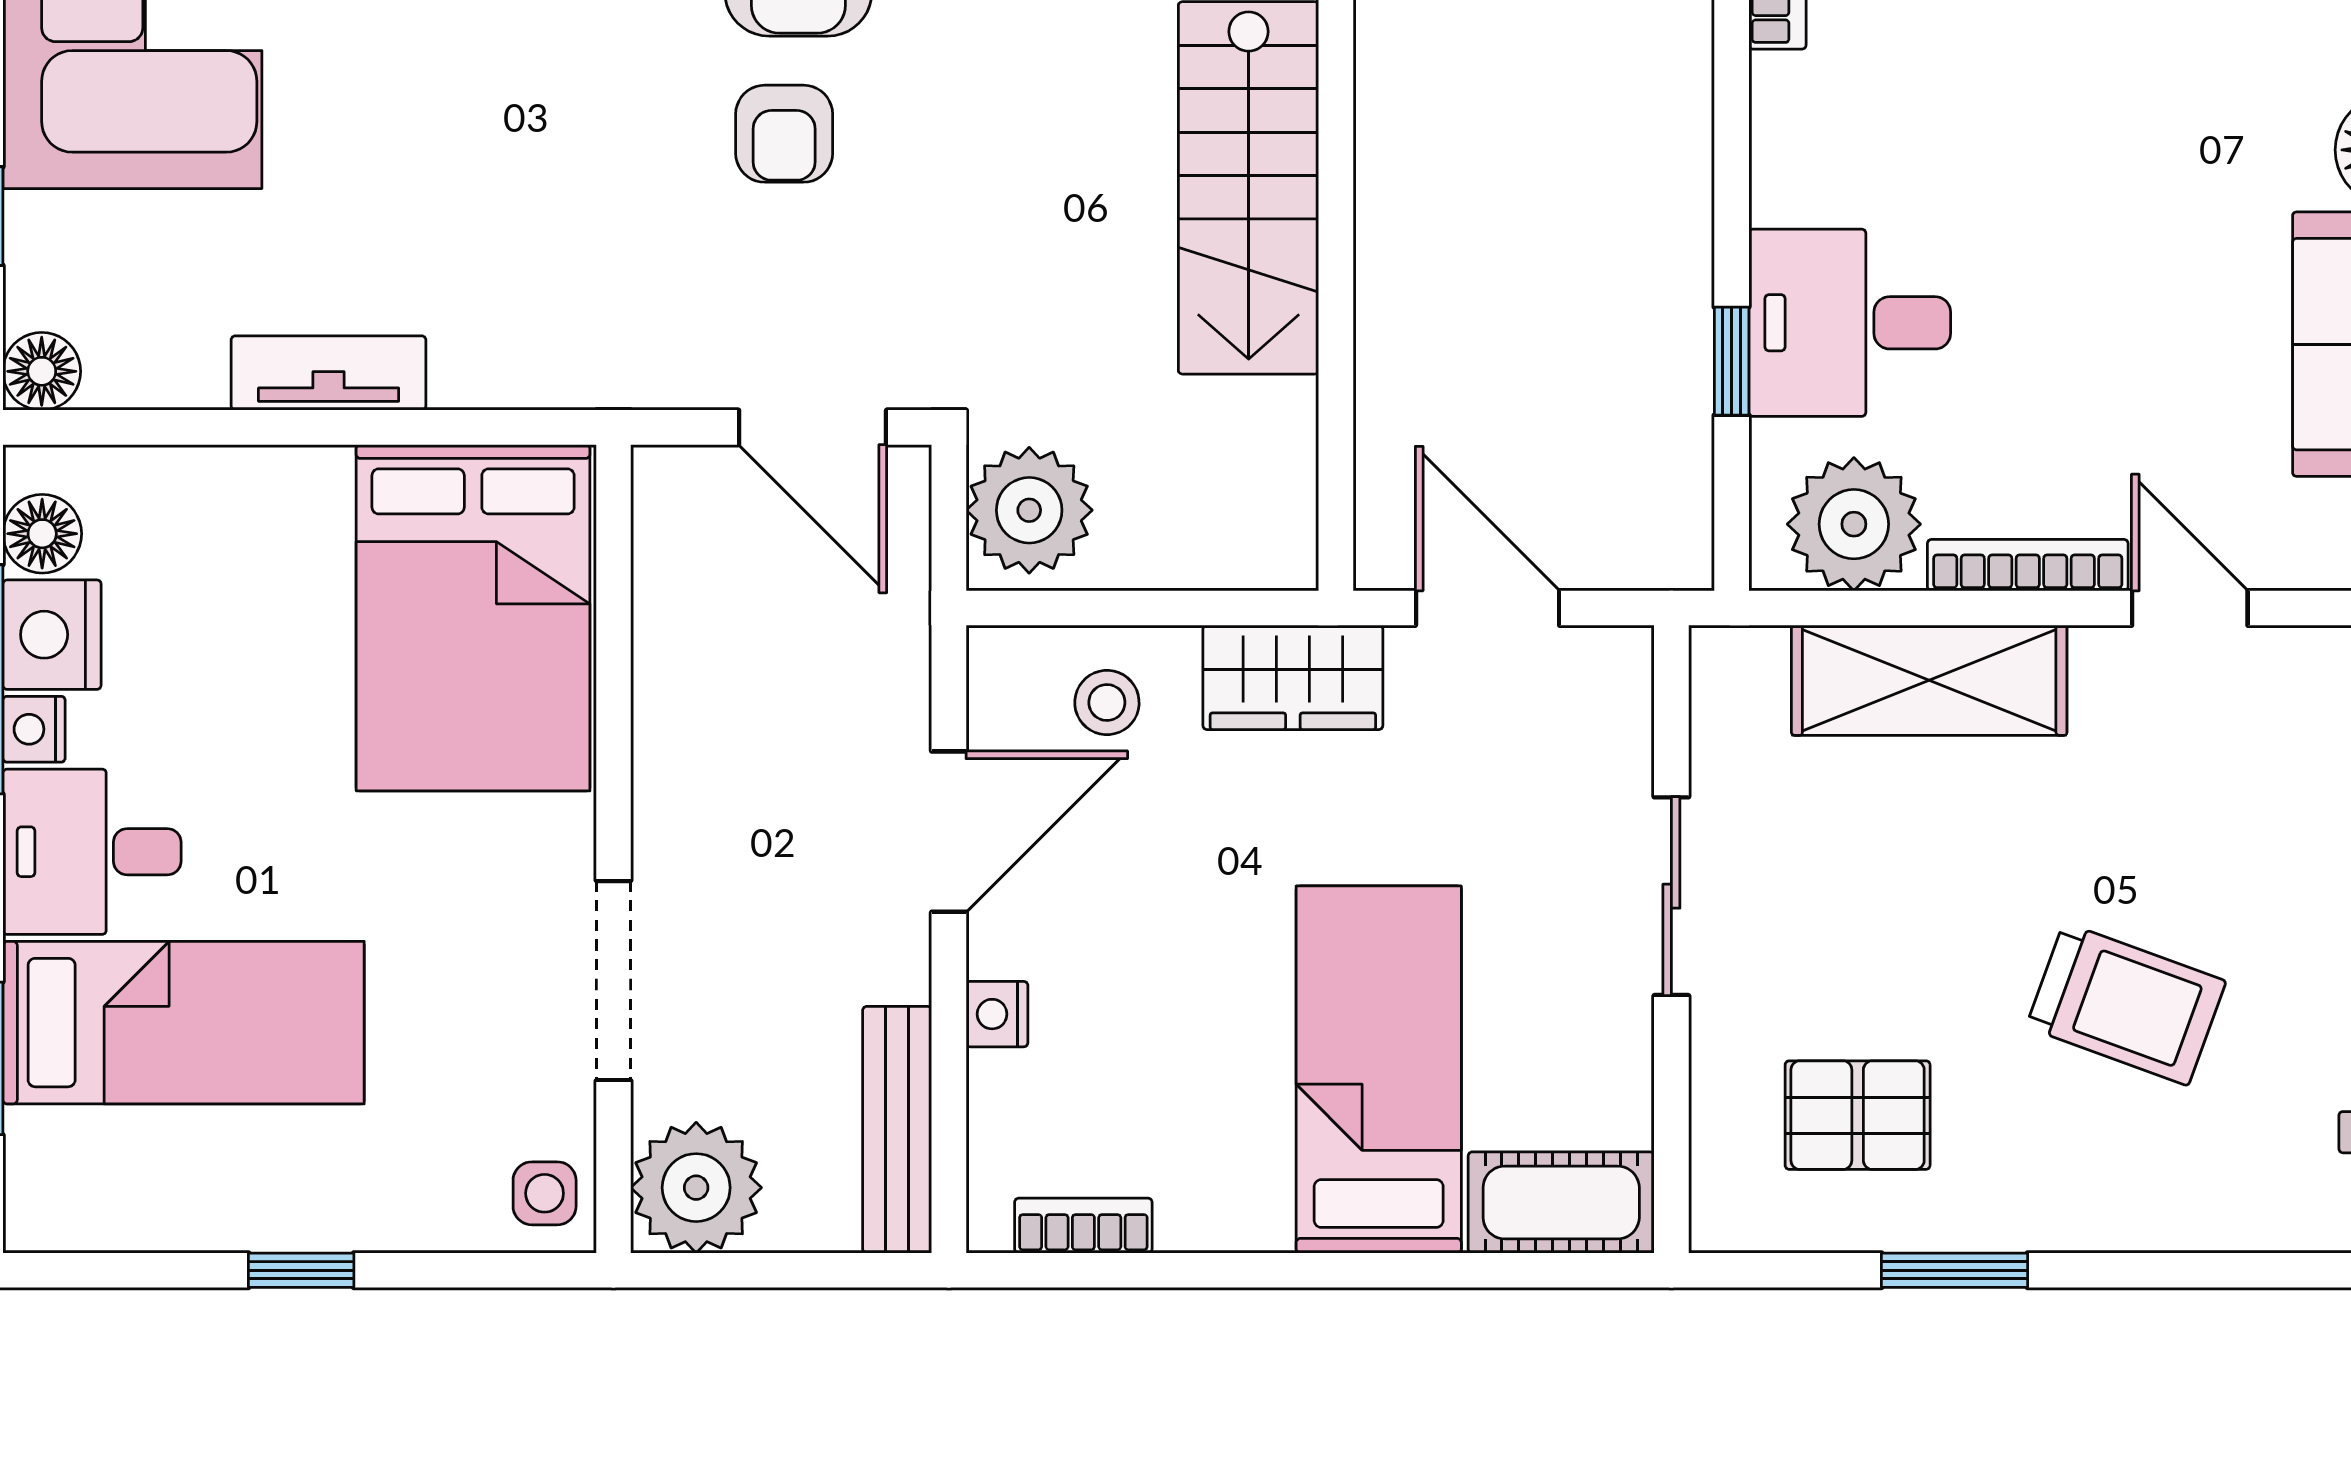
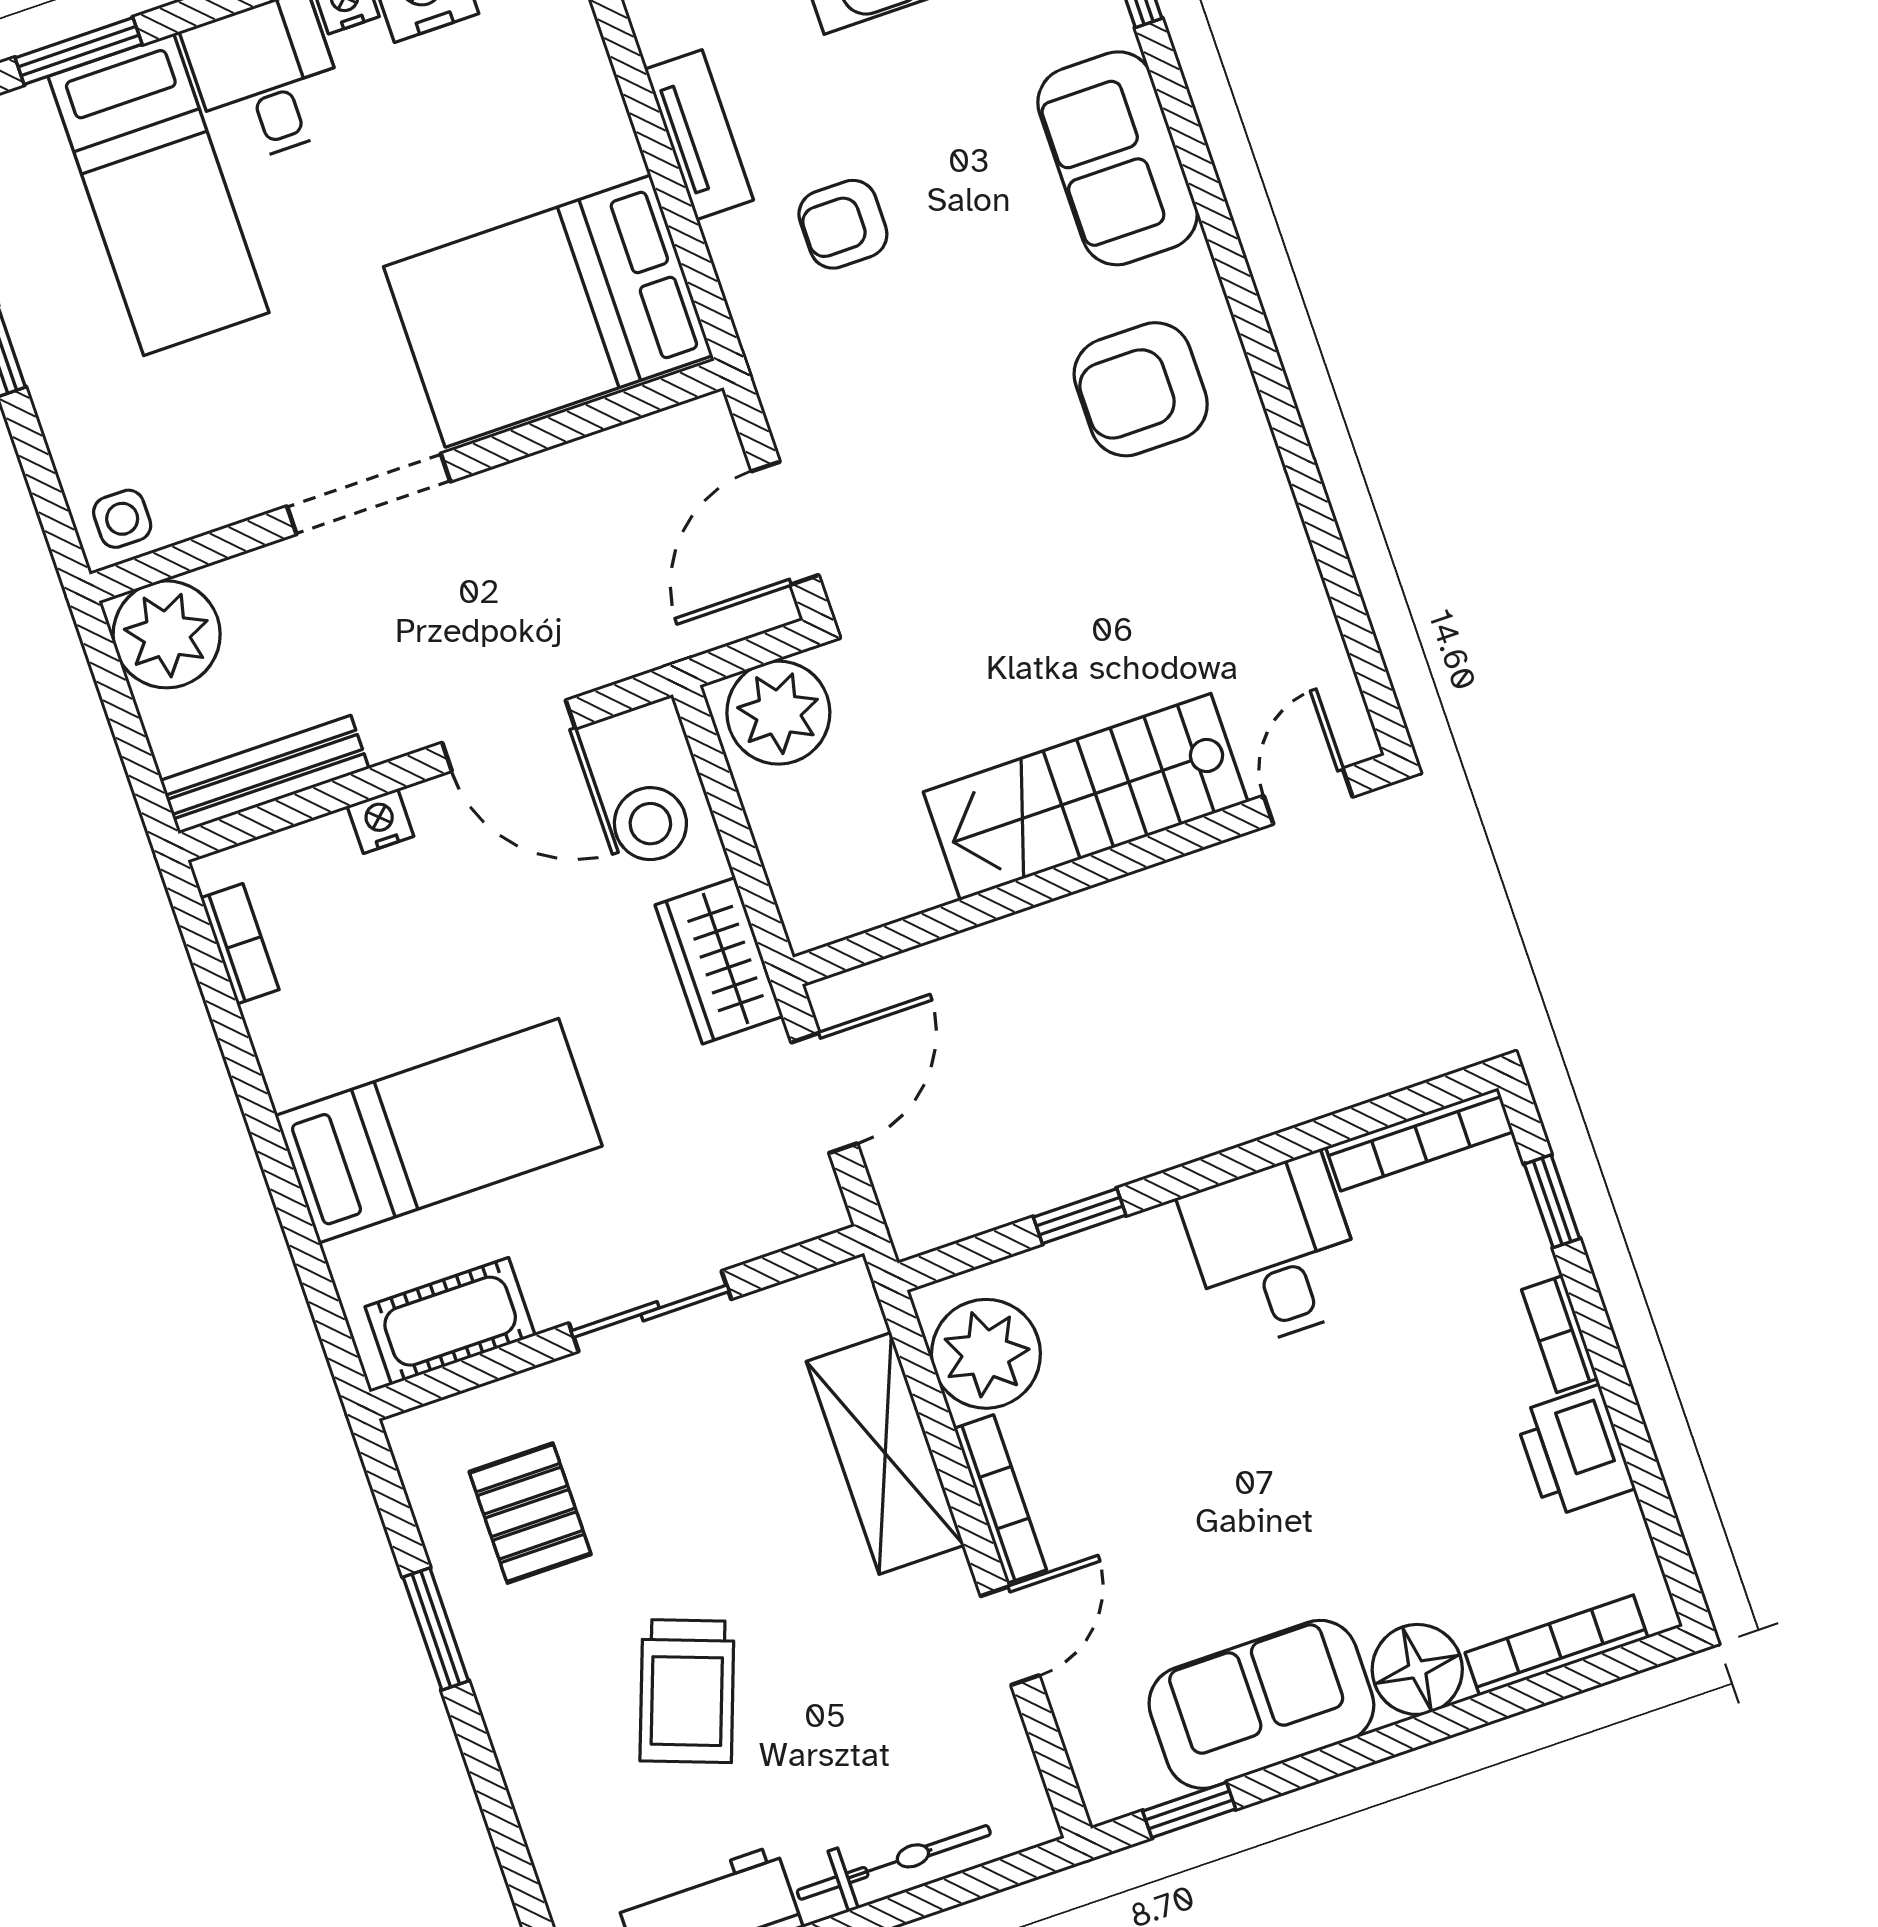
armchair: (784, 134) -> (843, 224), moved
desk: (1850, 323) -> (1274, 1251), moved
stool: (1107, 702) -> (650, 824), width x1.37, depth x1.37
doorway: (613, 981) -> (369, 494), moved
cot: (1561, 1202) -> (450, 1321), moved, turned 90

